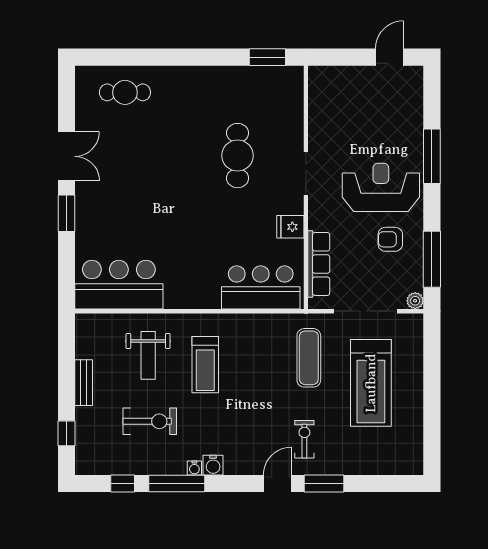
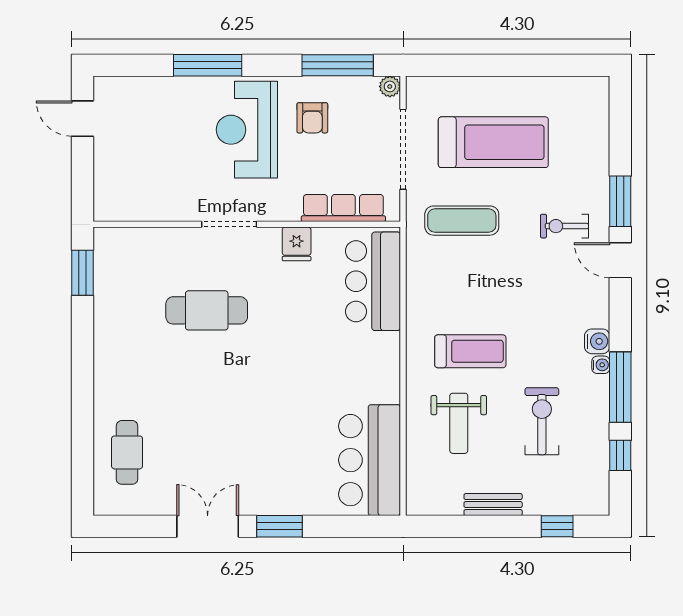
weight bench: (148, 355) -> (459, 423), turned 90

